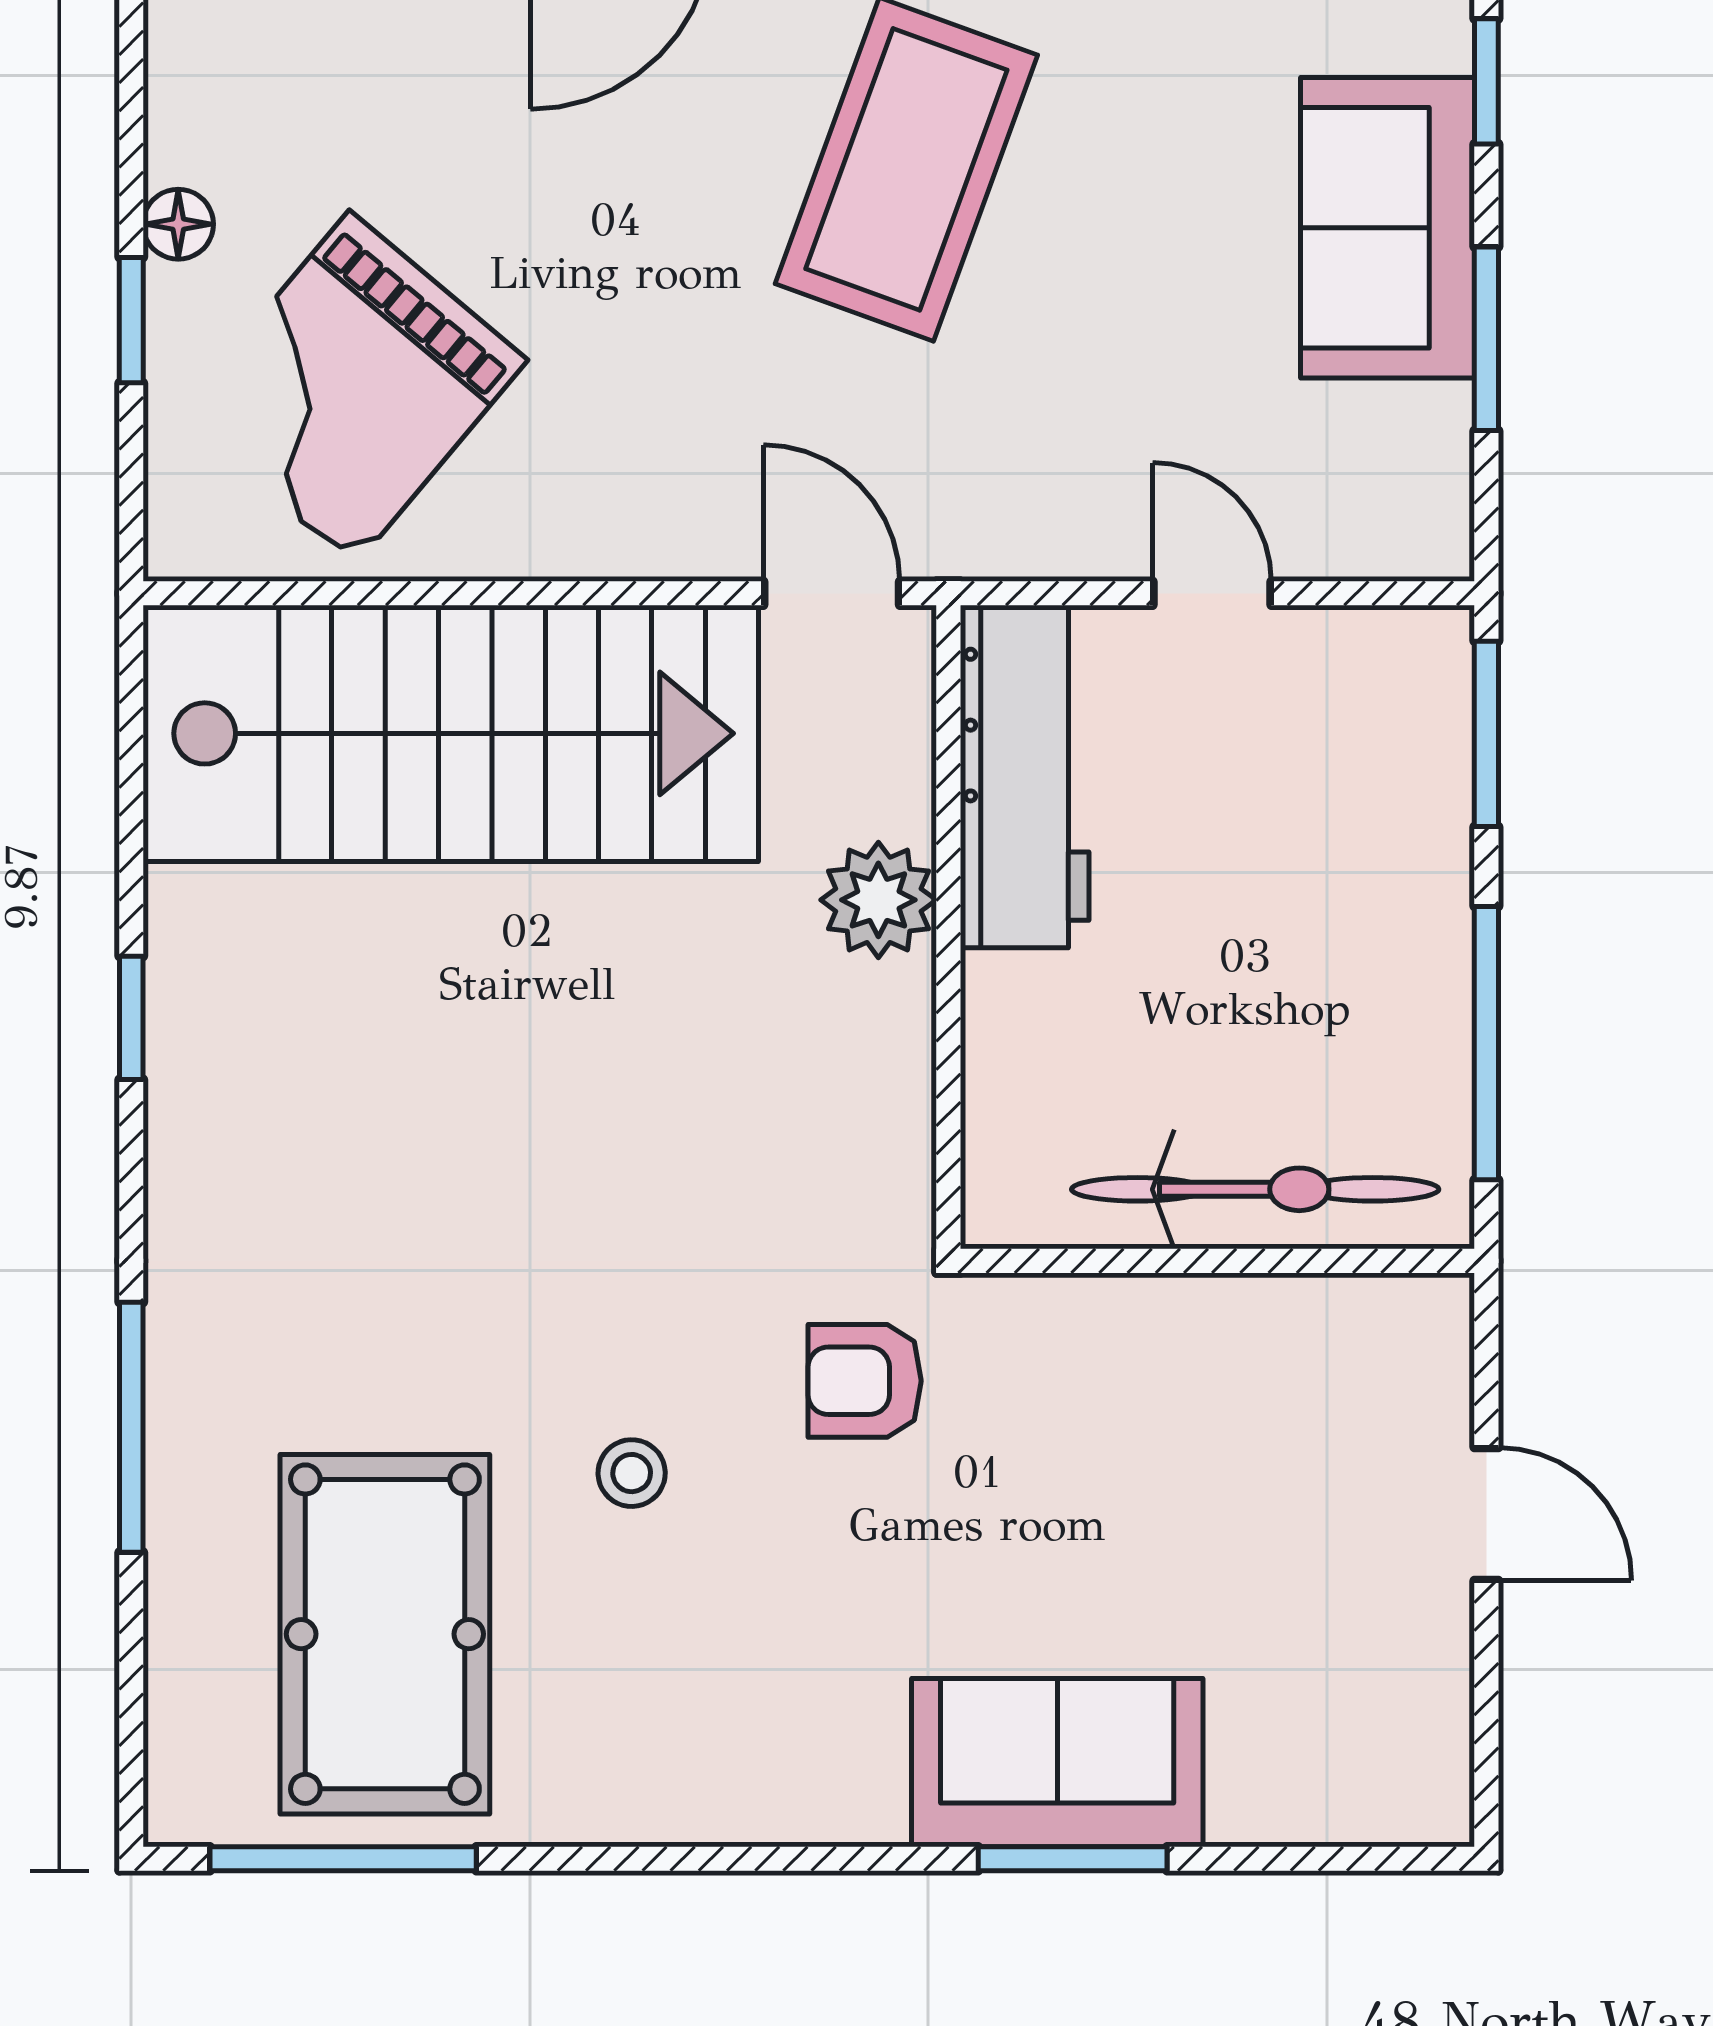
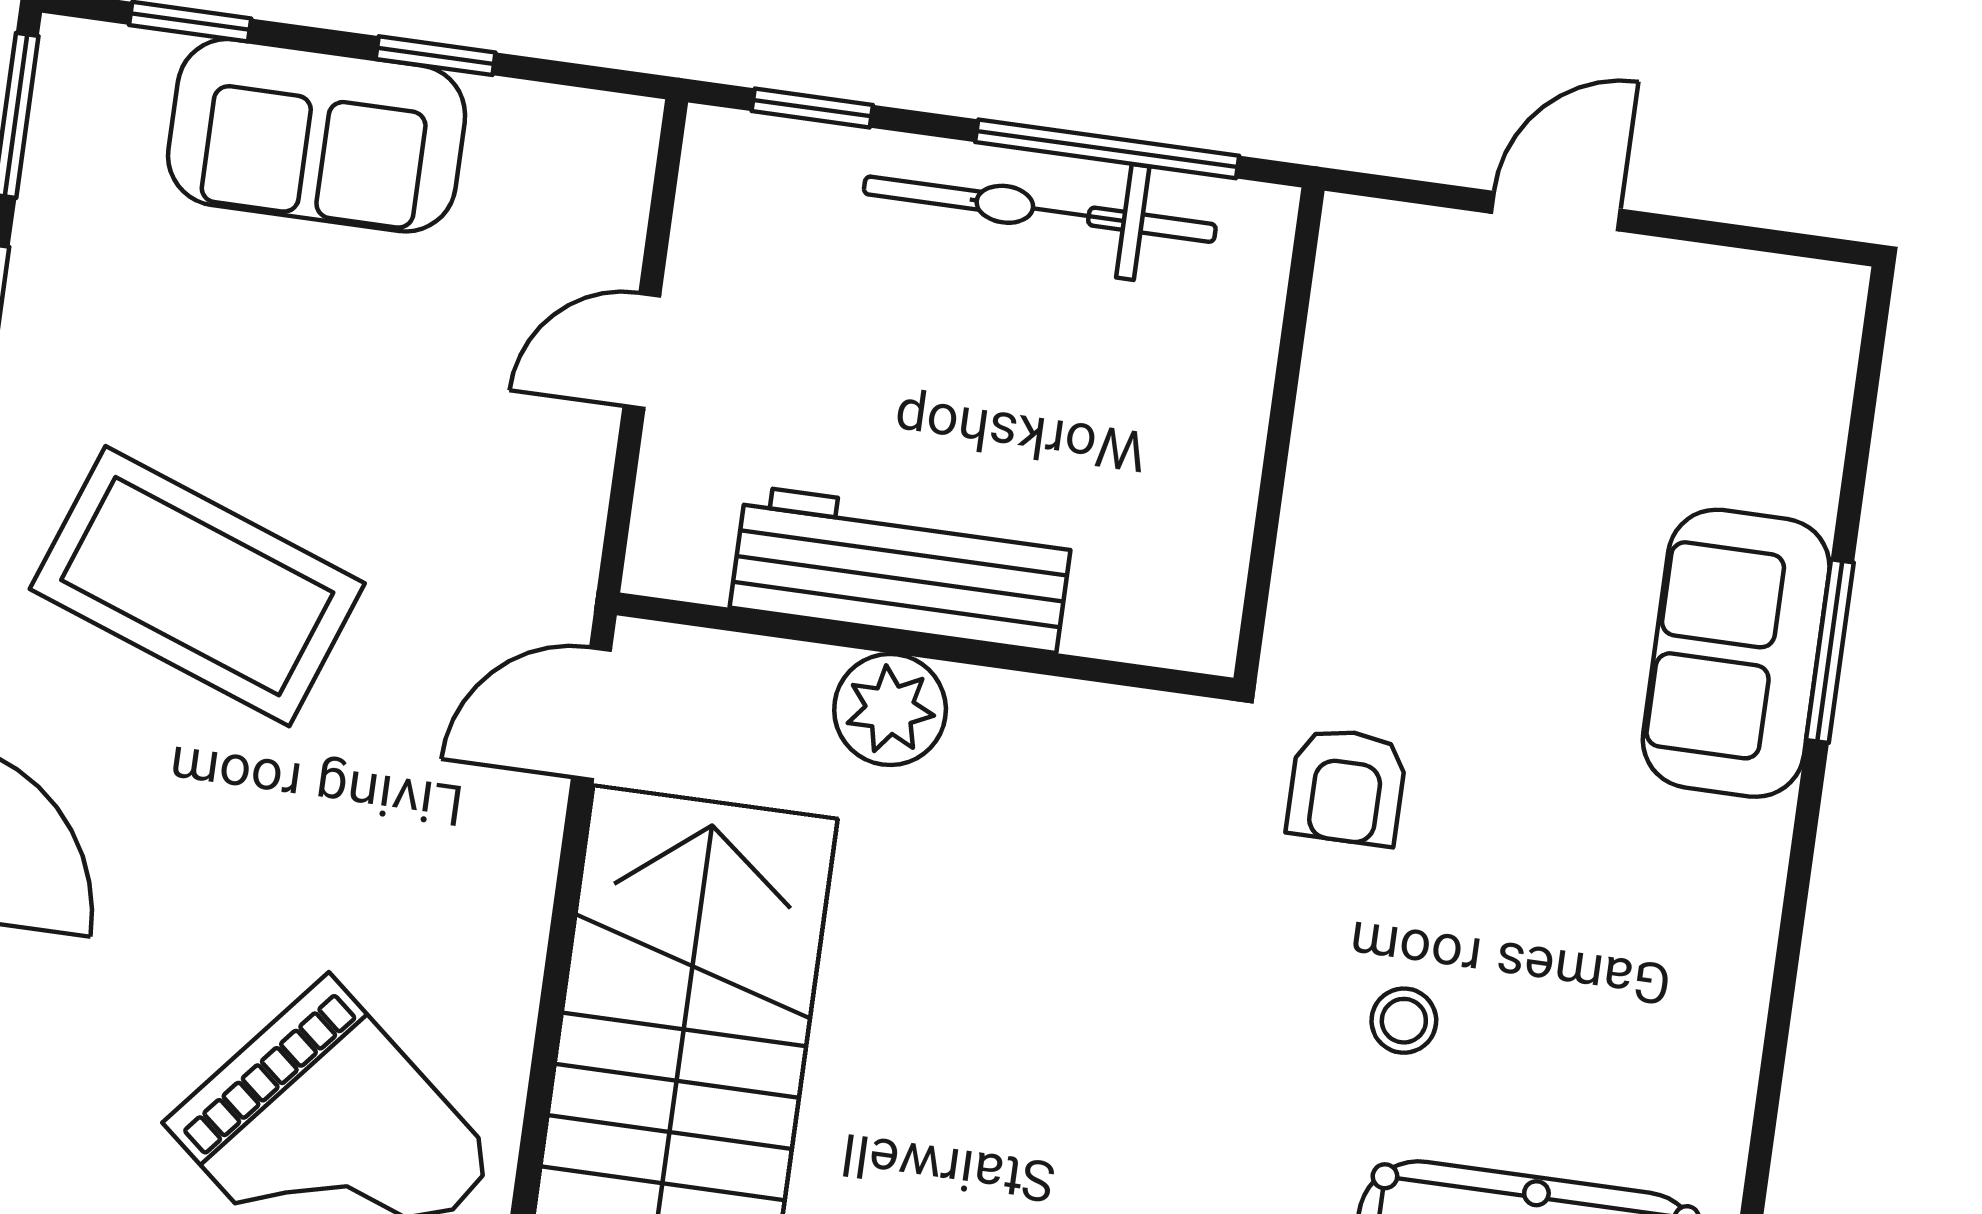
window: (1486, 339) -> (436, 56), width x0.67
window: (1486, 734) -> (812, 108), width x0.67
workbench: (1025, 776) -> (901, 569), moved
bicycle: (1255, 1189) -> (1040, 209), moved, turned -90

